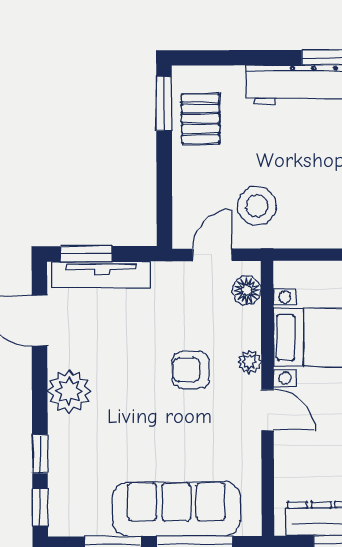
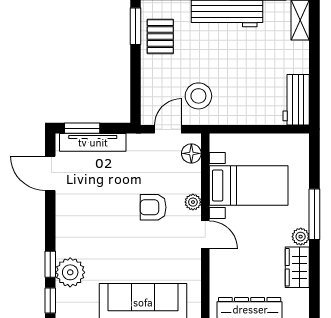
plant: (69, 391) -> (70, 272), moved

